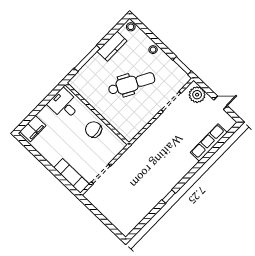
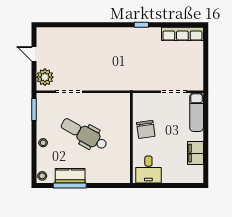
window: (87, 58) -> (70, 186), moved
filing cabinet: (33, 129) -> (195, 153), moved, turned -90
row of seats: (209, 142) -> (182, 34), moved

